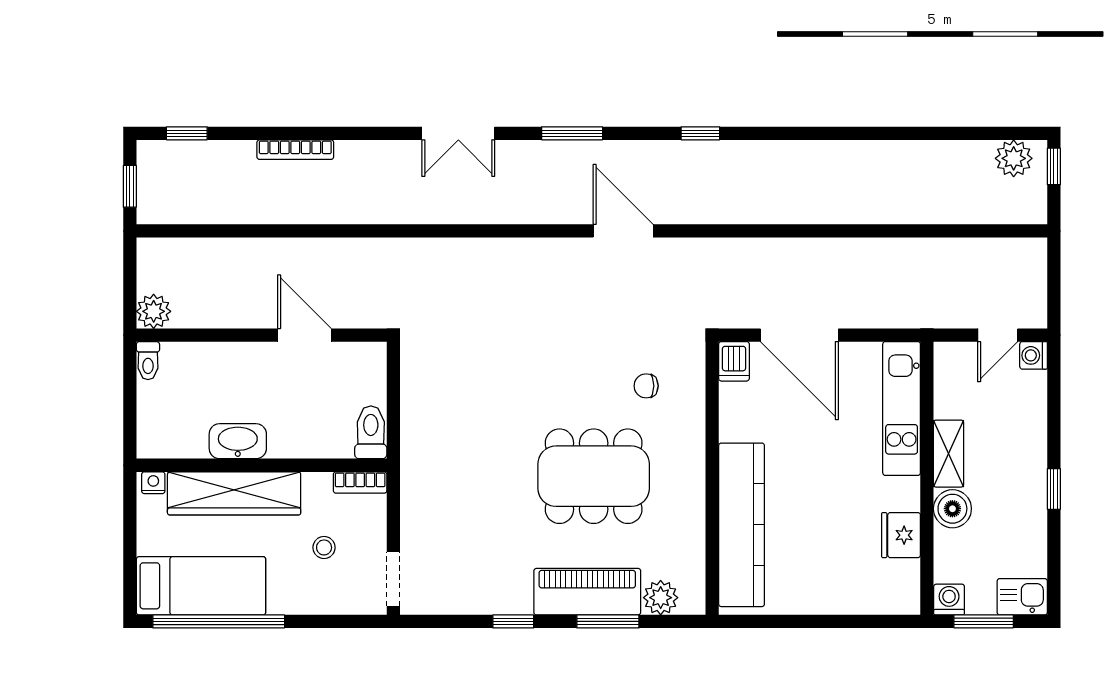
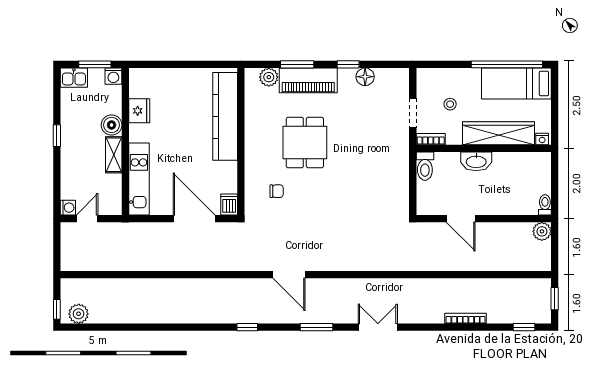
washbasin: (238, 441) -> (476, 161), moved
dining table: (594, 476) -> (305, 143), width x0.73
doorway: (393, 579) -> (413, 113), moved
floor lamp: (482, 598) -> (365, 77), added

